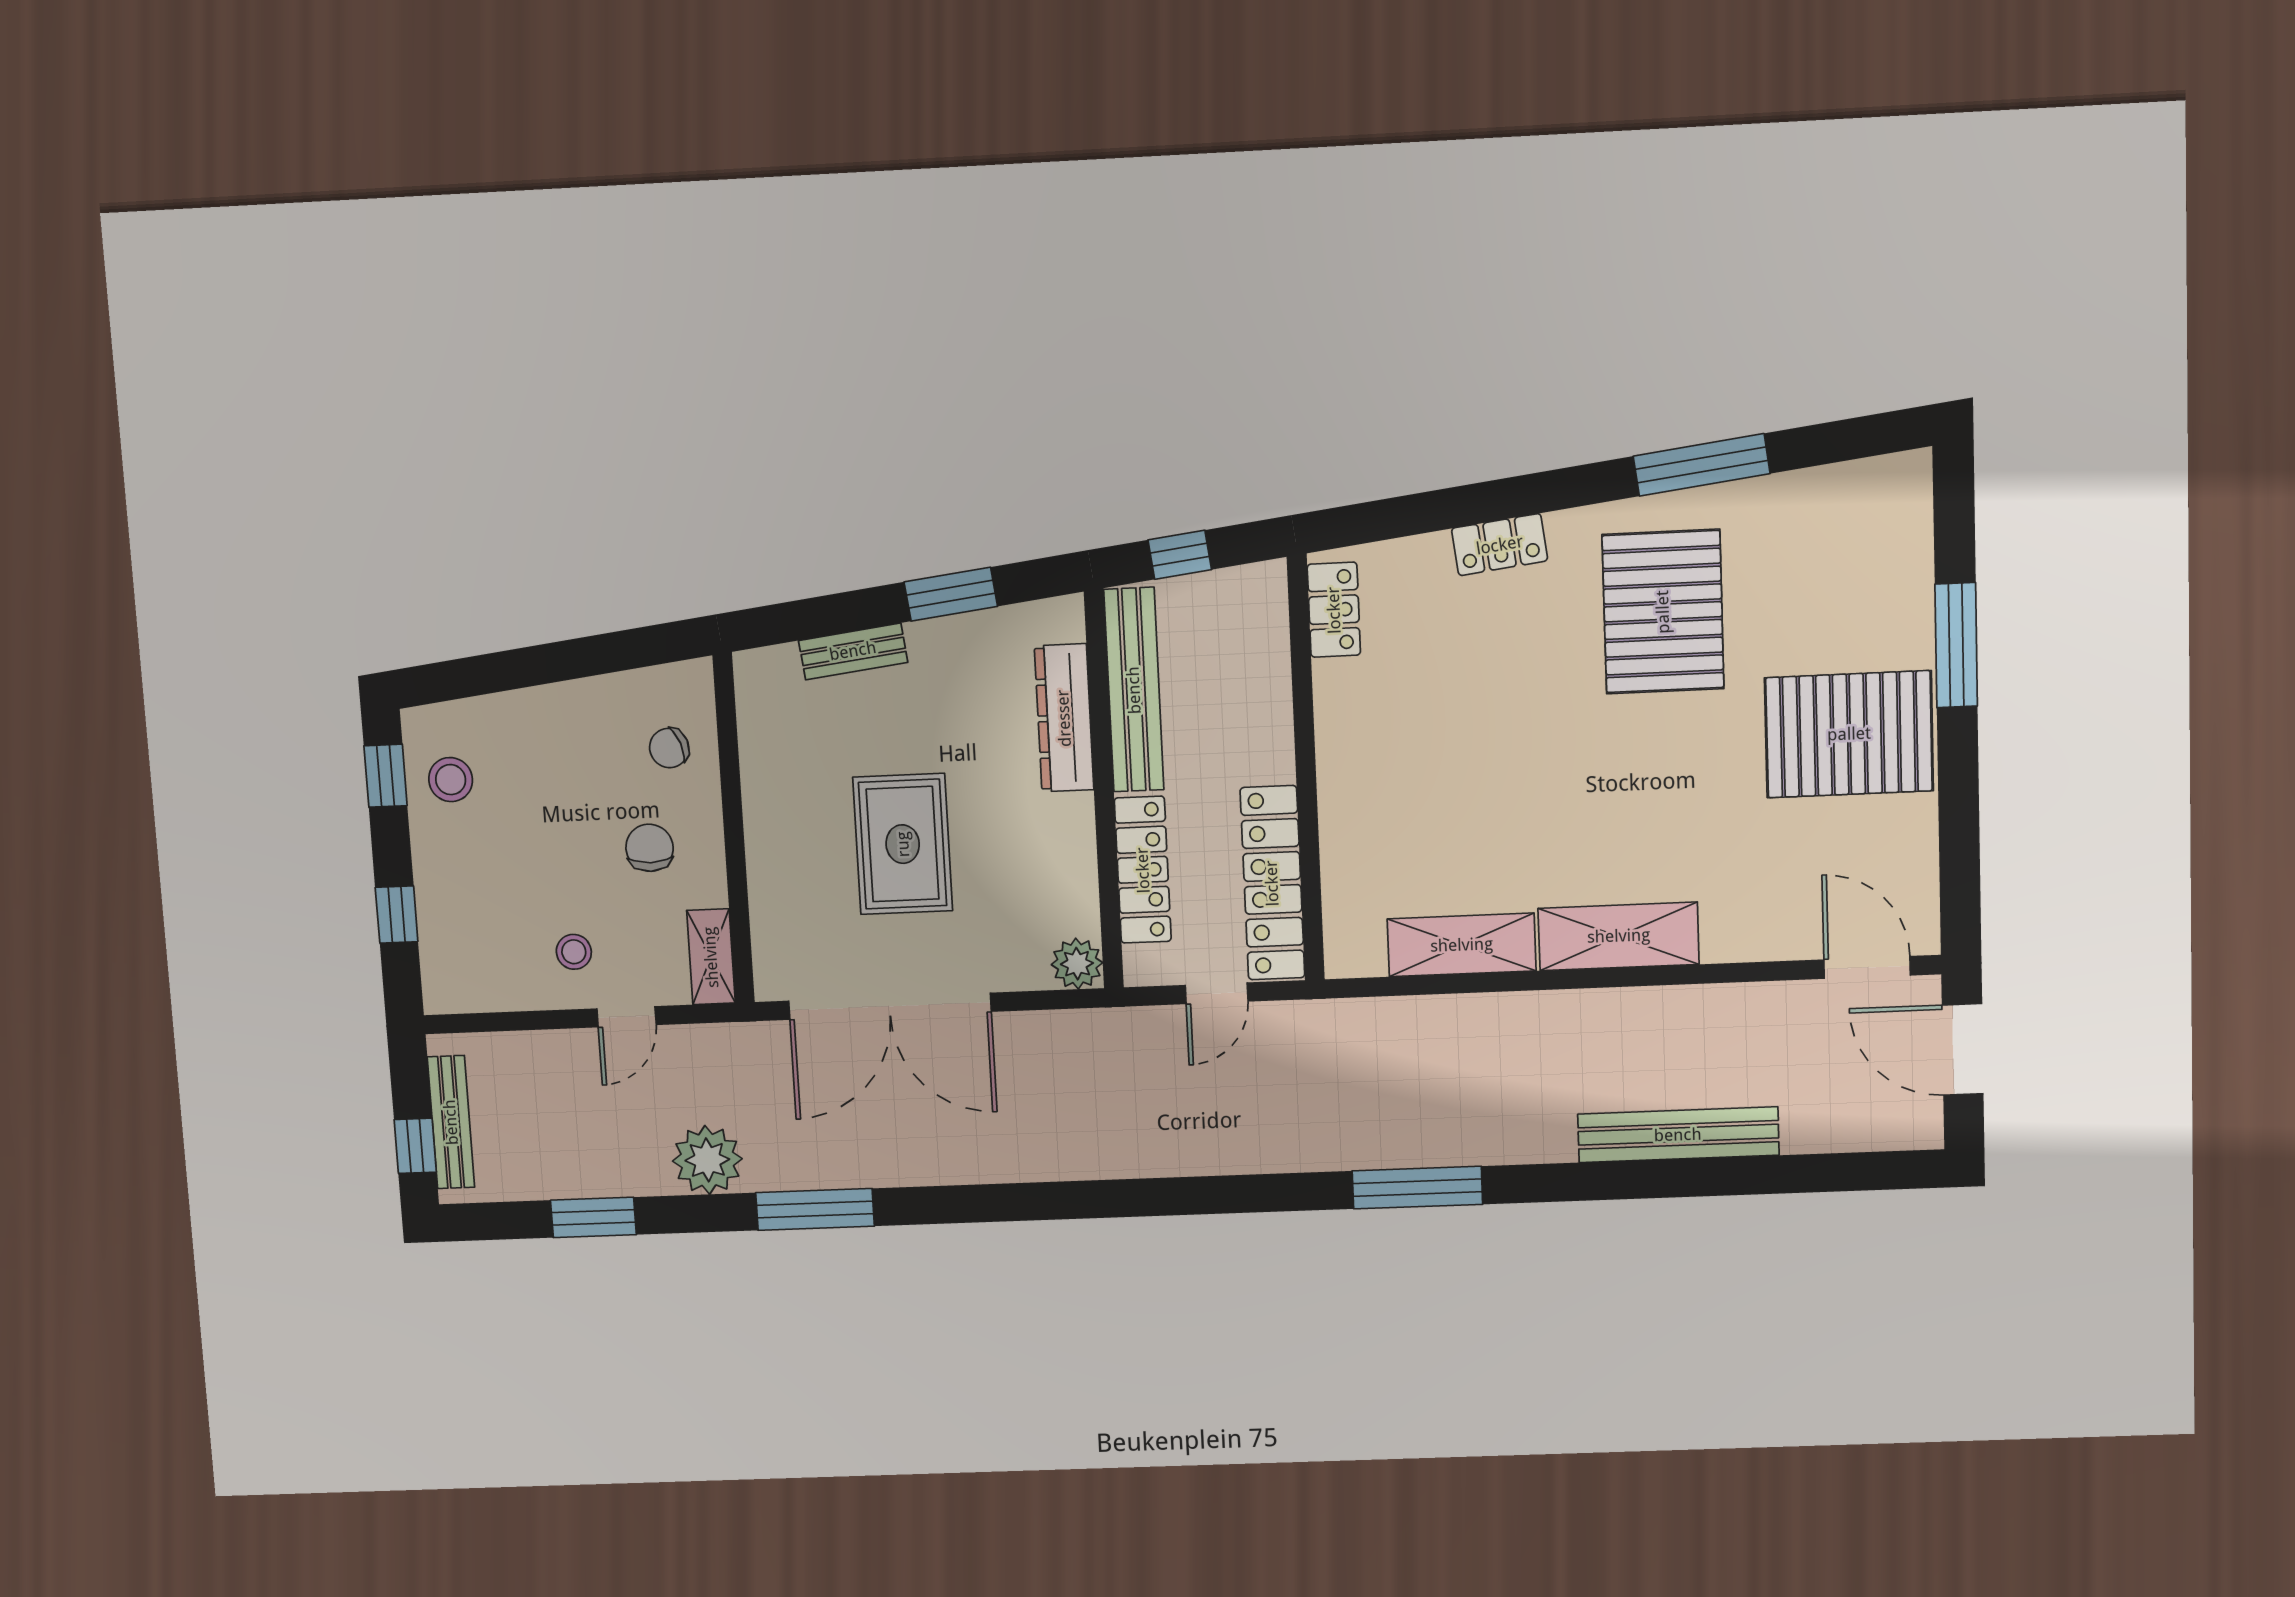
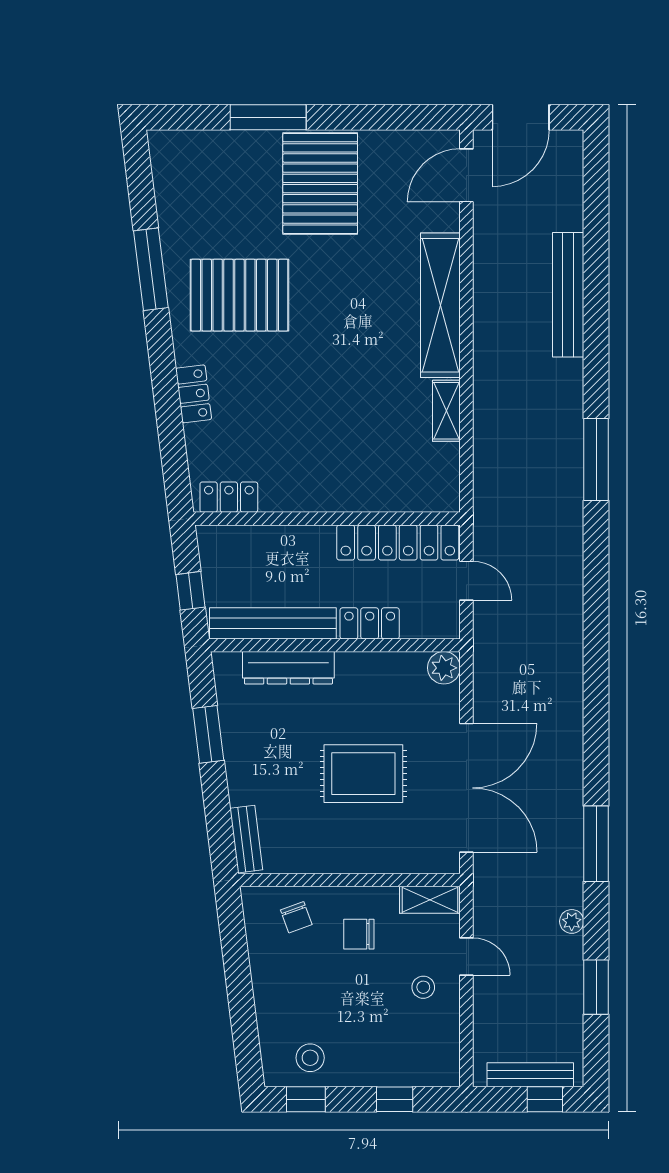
bench: (853, 651) -> (246, 839), moved
locker: (1143, 870) -> (370, 623), width x0.66
shelving: (1619, 936) -> (440, 305), width x1.47
shelving: (1462, 945) -> (446, 411), width x0.67, depth x0.75
plant: (707, 1160) -> (572, 921), width x0.53, depth x0.53

